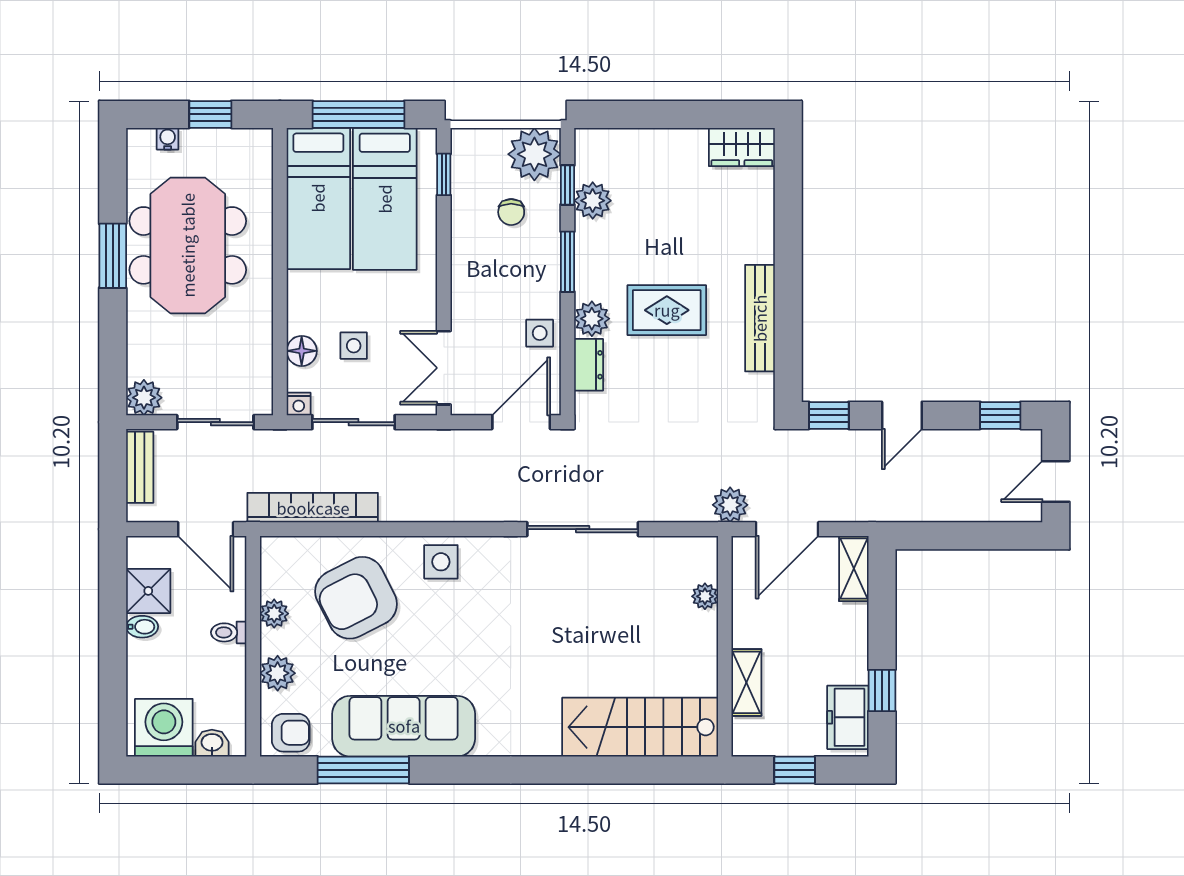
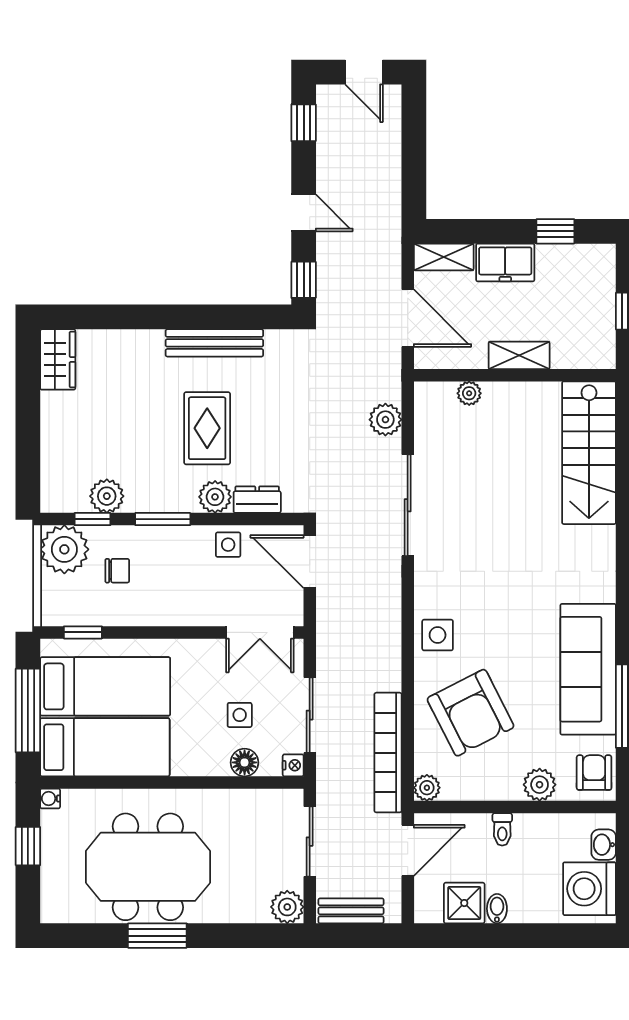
water cooler: (168, 139) -> (50, 799), moved
plant: (730, 505) -> (385, 420), moved
plant: (274, 614) -> (427, 788), moved
shelving: (746, 682) -> (519, 355), moved
freezer: (848, 717) -> (505, 262), moved

